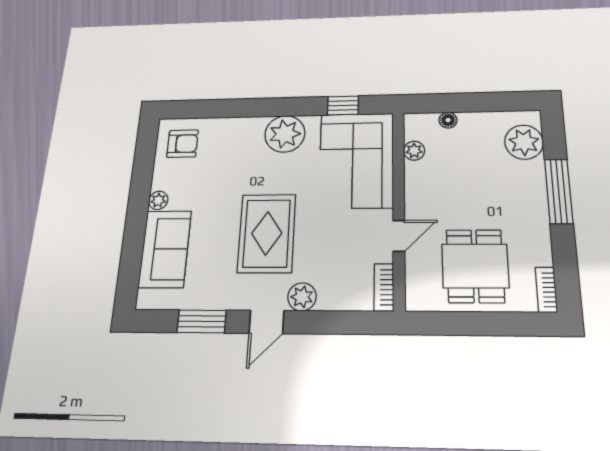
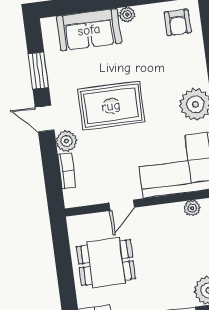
door: (399, 236) -> (122, 205), hinge flipped
bookcase: (384, 287) -> (67, 171), moved, turned 90

